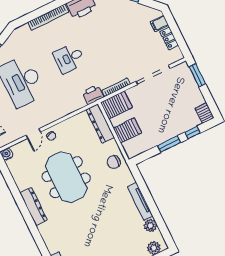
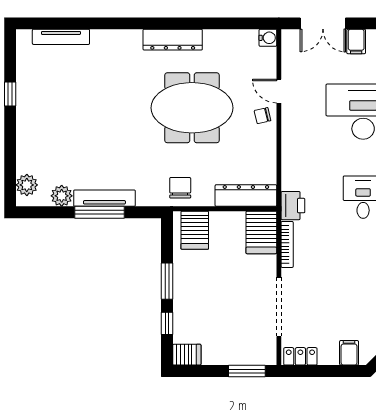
locker: (169, 38) -> (300, 356), moved
server rack: (127, 130) -> (195, 230), moved
window: (149, 200) -> (99, 212), added

